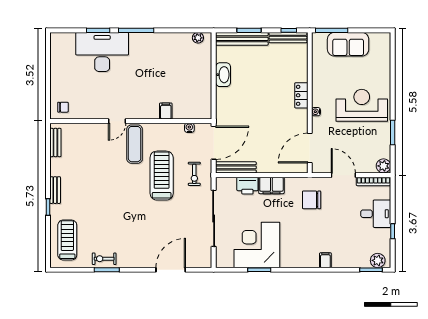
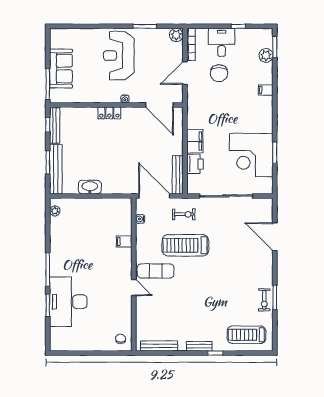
bench: (55, 142) -> (159, 346), width x1.36
chair: (312, 200) -> (219, 73), moved
plant: (378, 260) -> (266, 55), moved

